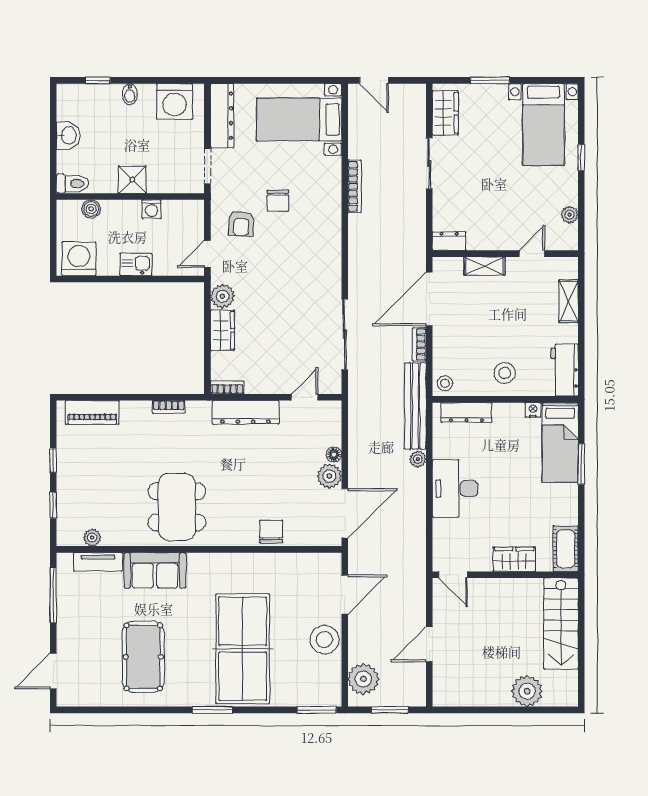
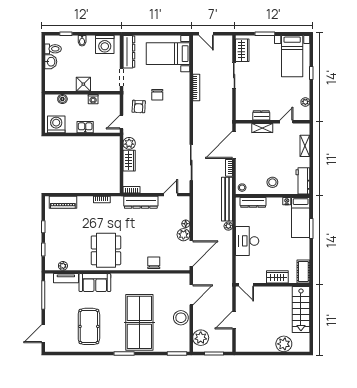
toilet: (73, 184) -> (53, 49), moved
dresser: (449, 241) -> (261, 115), moved

